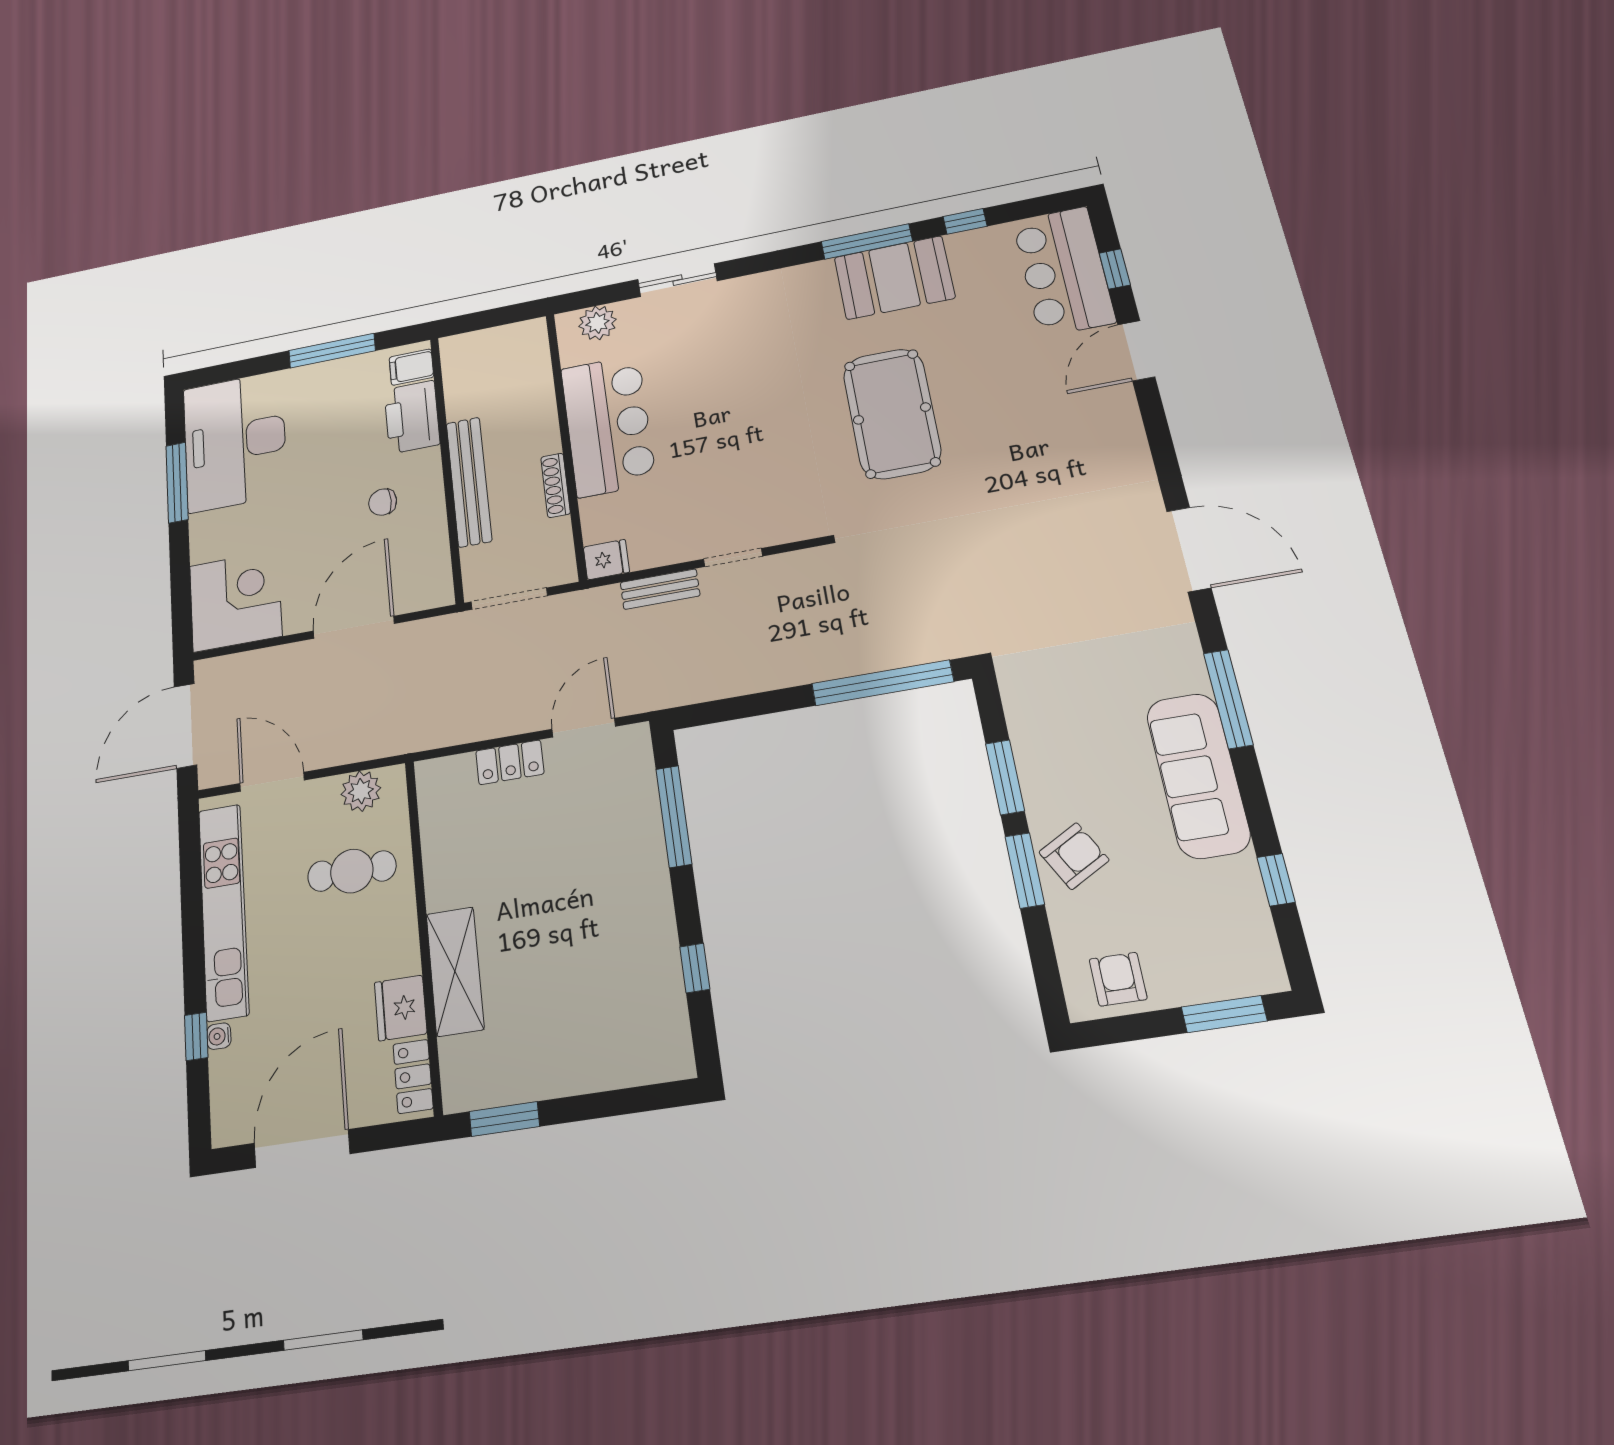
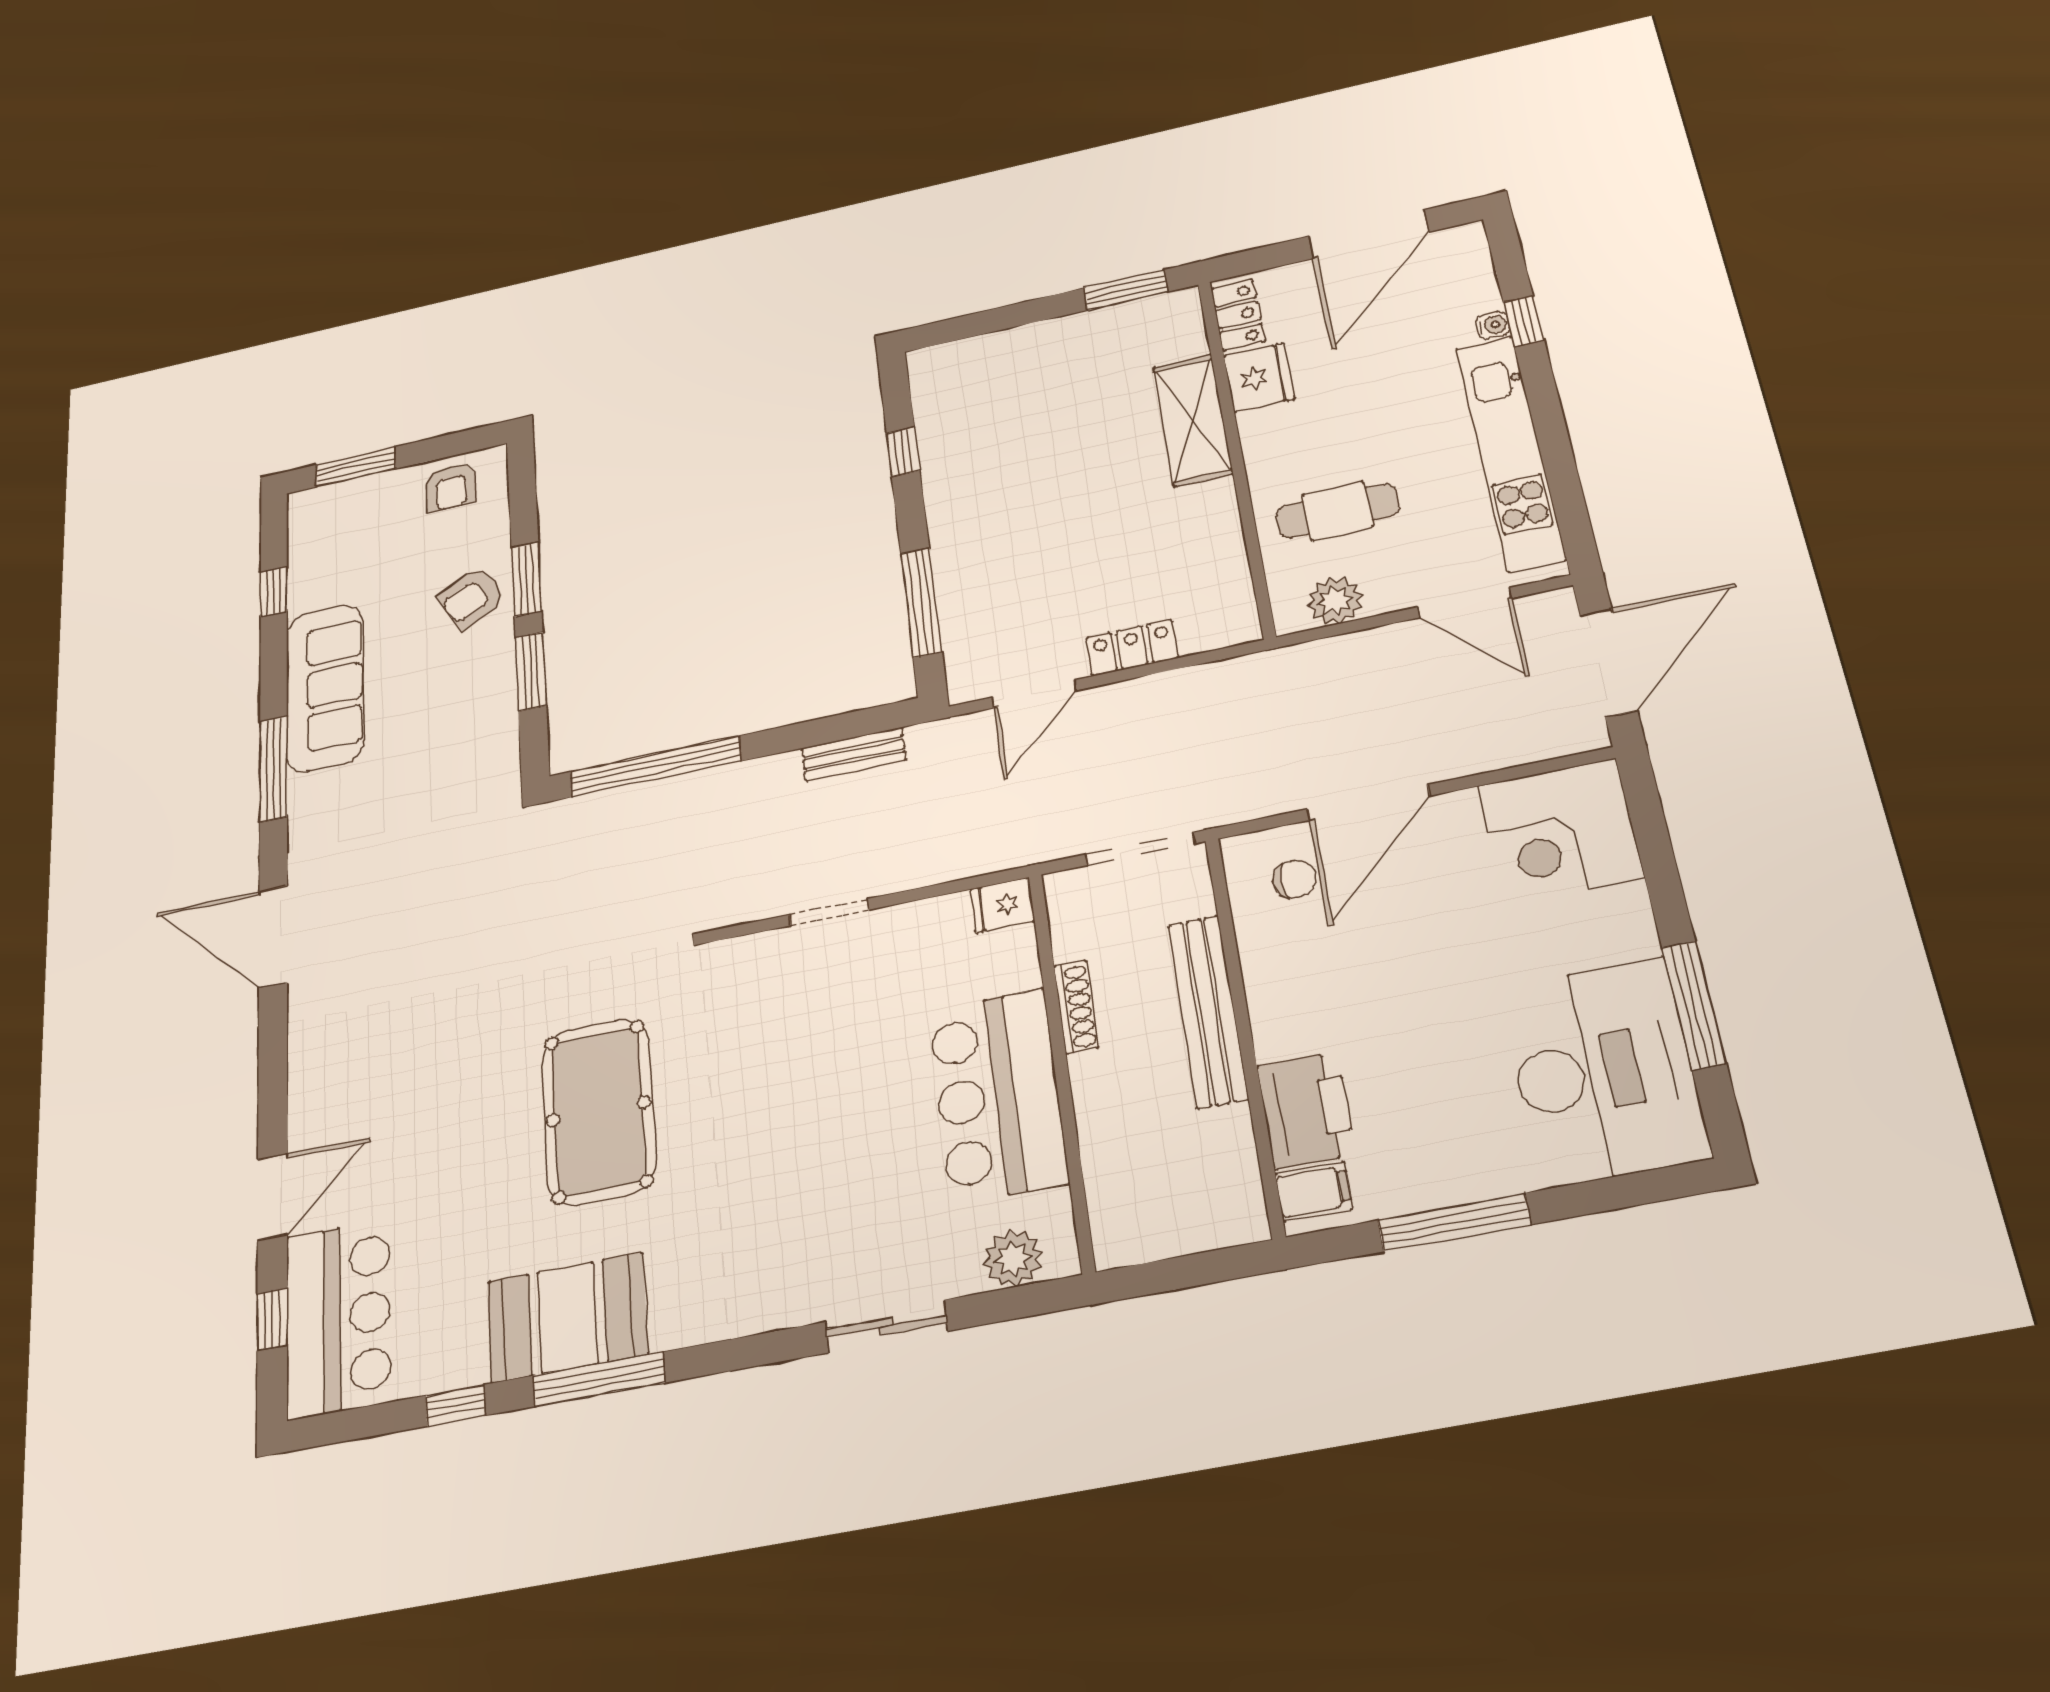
chair: (383, 502) -> (1295, 879), moved
bench: (660, 589) -> (854, 754), moved

